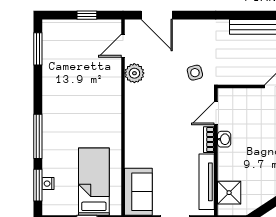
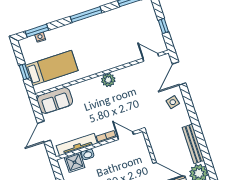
plant: (134, 73) -> (108, 80), moved
side table: (195, 73) -> (173, 102), moved
window: (38, 136) -> (86, 15), moved
washbasin: (224, 139) -> (88, 154), moved

